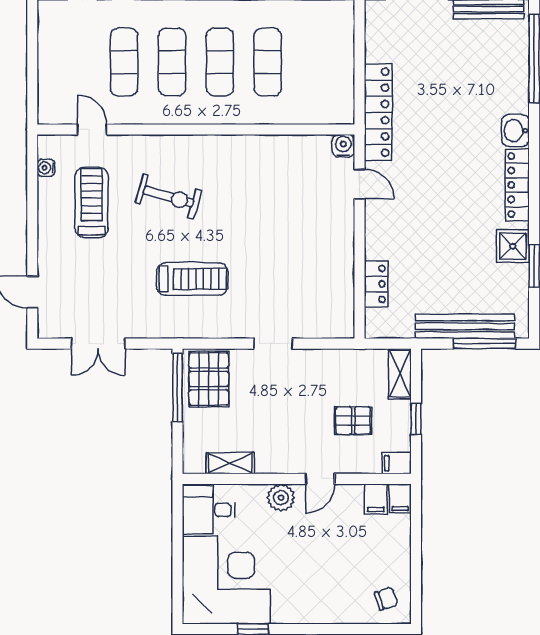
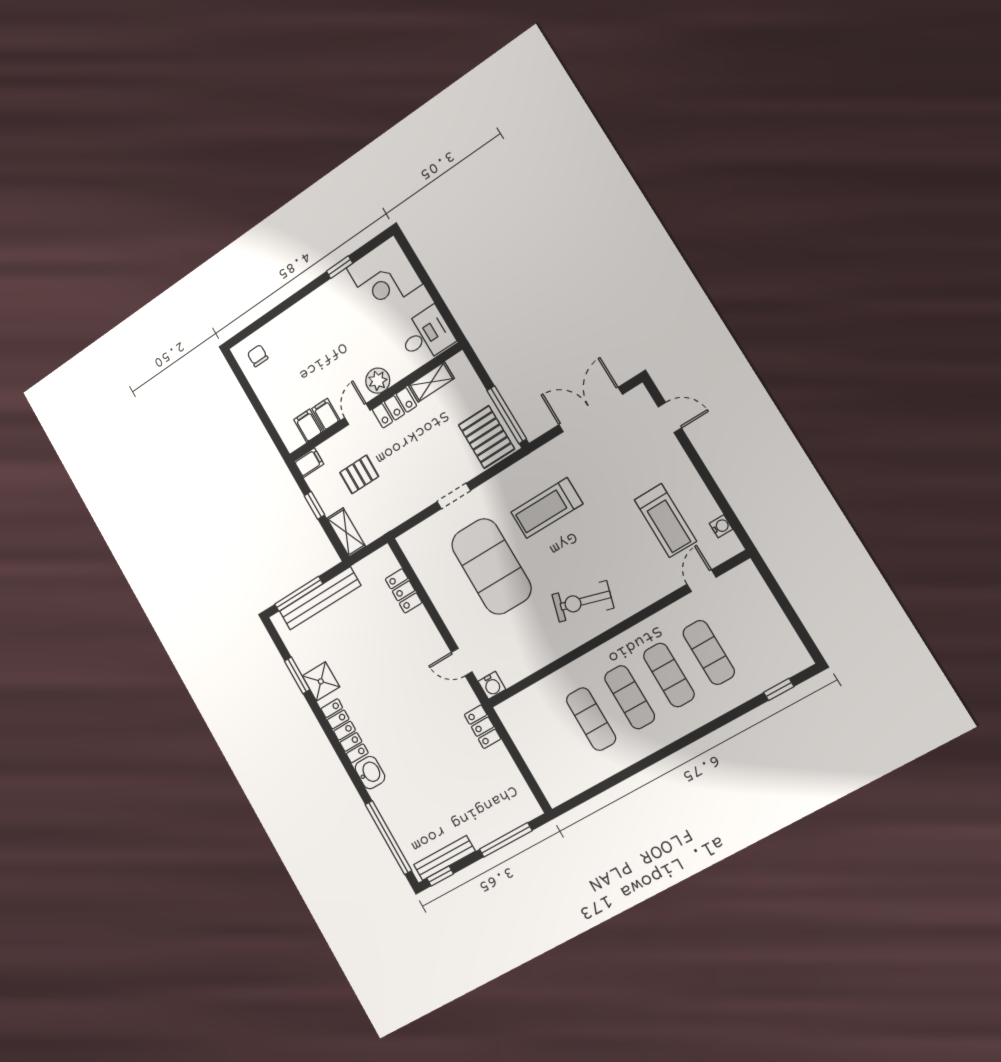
locker: (378, 112) -> (483, 727), width x0.46, depth x0.83
door: (92, 130) -> (701, 581), swing flipped
exercise bike: (169, 197) -> (583, 601), moved
exercise mat: (277, 256) -> (491, 566), added
double door: (98, 344) -> (591, 410), width x1.37
locker: (280, 462) -> (394, 408), added
filing cabinet: (400, 498) -> (326, 414), moved
corner desk: (226, 580) -> (384, 276), width x0.74, depth x0.74
chair: (386, 599) -> (258, 356), turned 108

